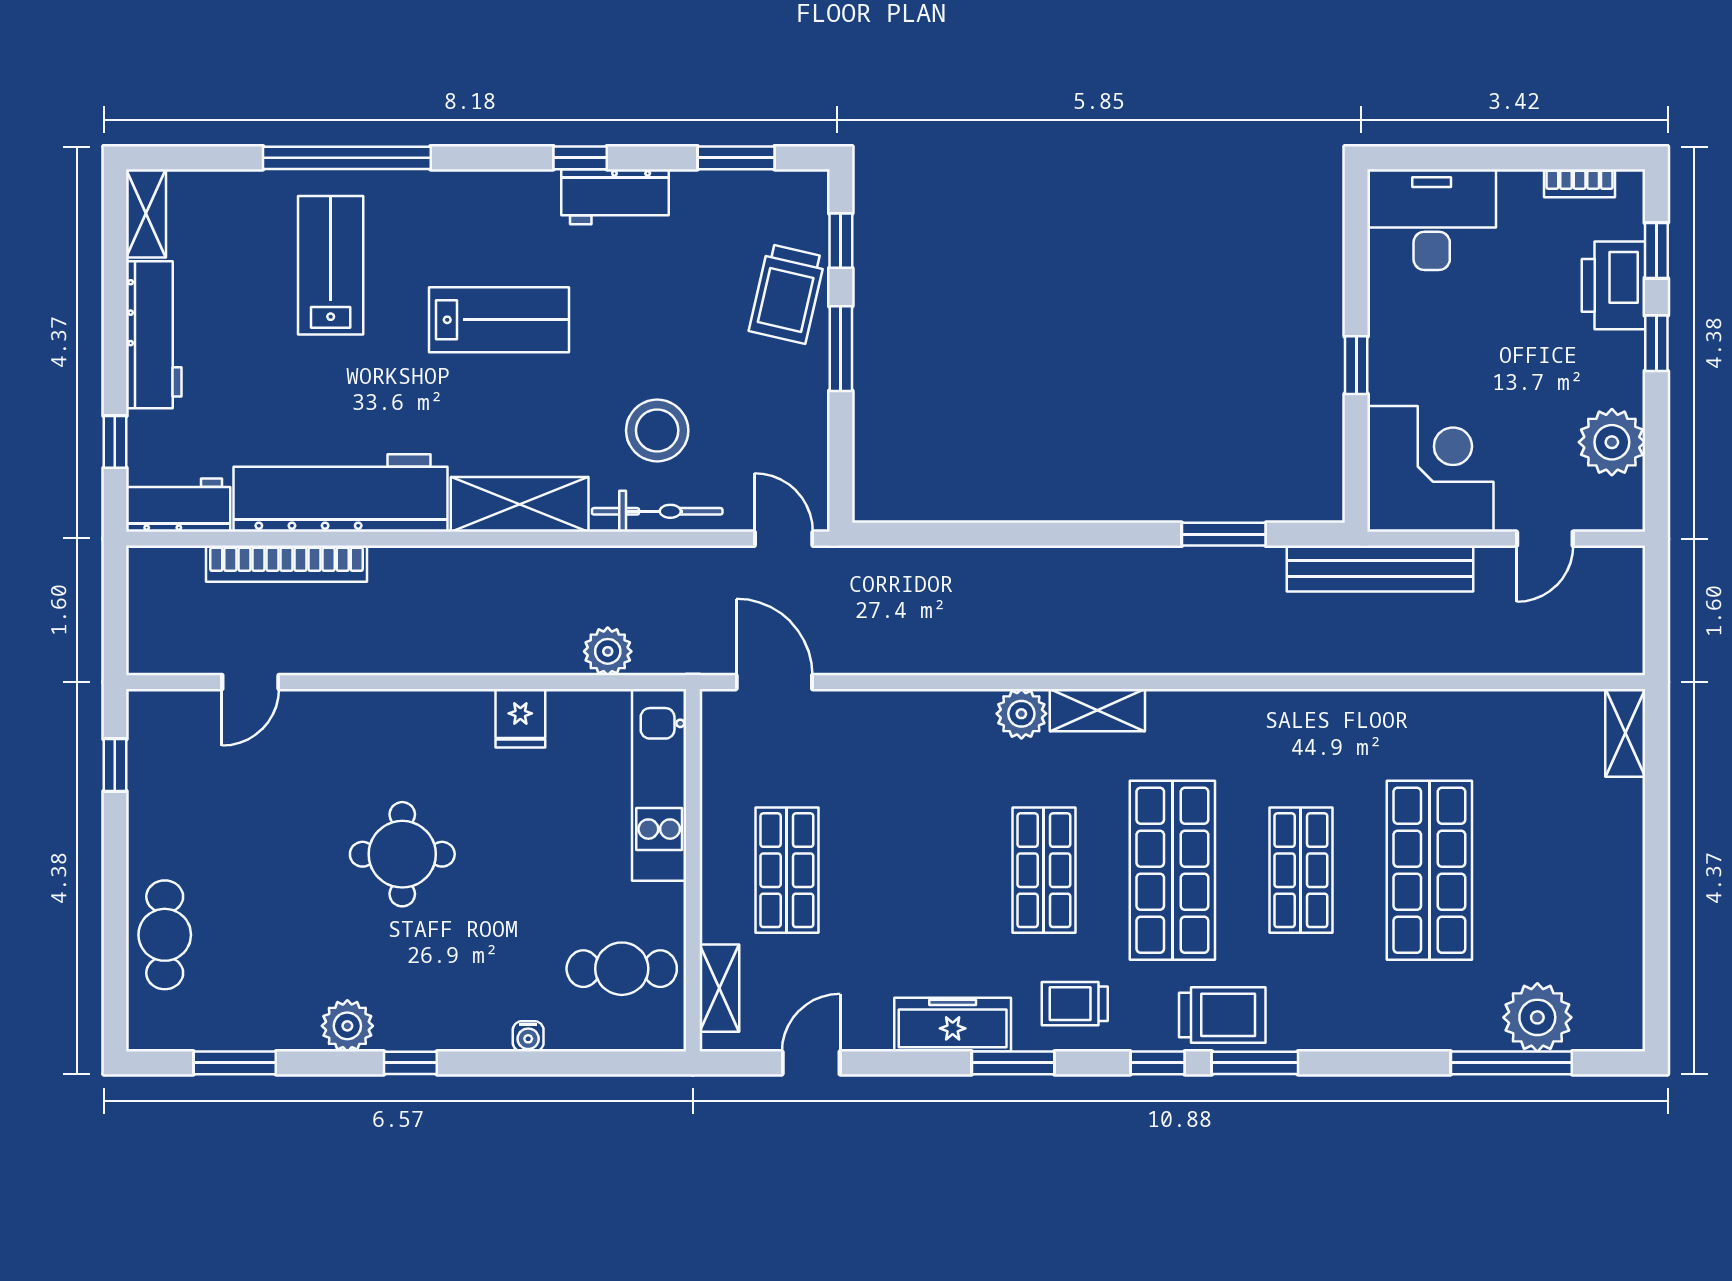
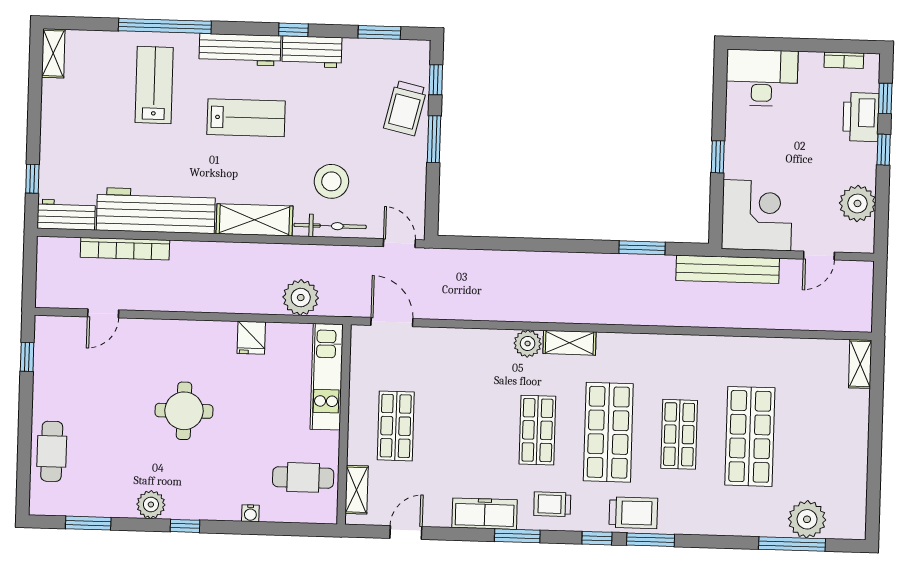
workbench: (154, 335) -> (240, 50), moved, turned 90
plant: (608, 651) -> (301, 298), width x1.36, depth x1.36

